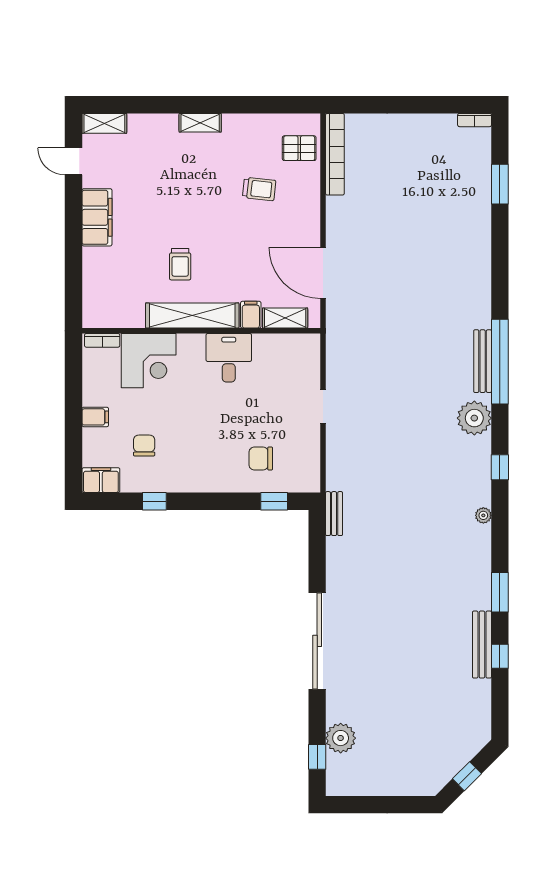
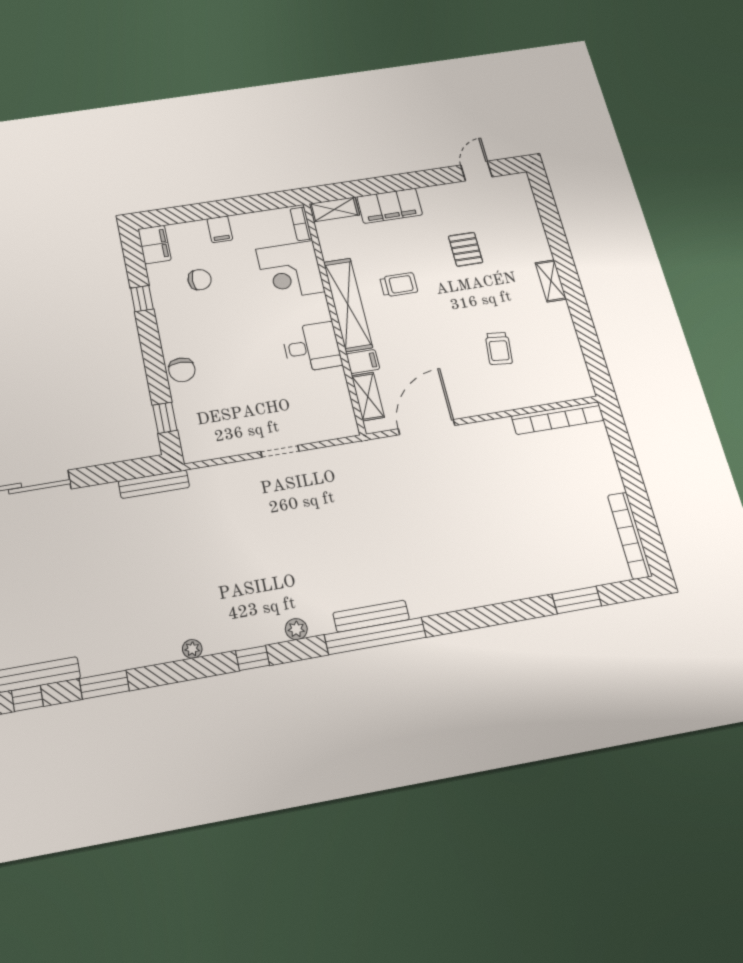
bookcase: (475, 120) -> (630, 535), width x2.31, depth x1.31
shelving: (104, 123) -> (334, 209), moved, turned 90
pallet: (299, 148) -> (466, 249), moved
filing cabinet: (97, 217) -> (390, 206), moved
trolley: (180, 264) -> (399, 285), turned 180
plant: (474, 418) -> (296, 629), width x0.53, depth x0.53
chair: (261, 459) -> (182, 370), moved, turned 180
bench: (334, 514) -> (154, 484), width x1.36

